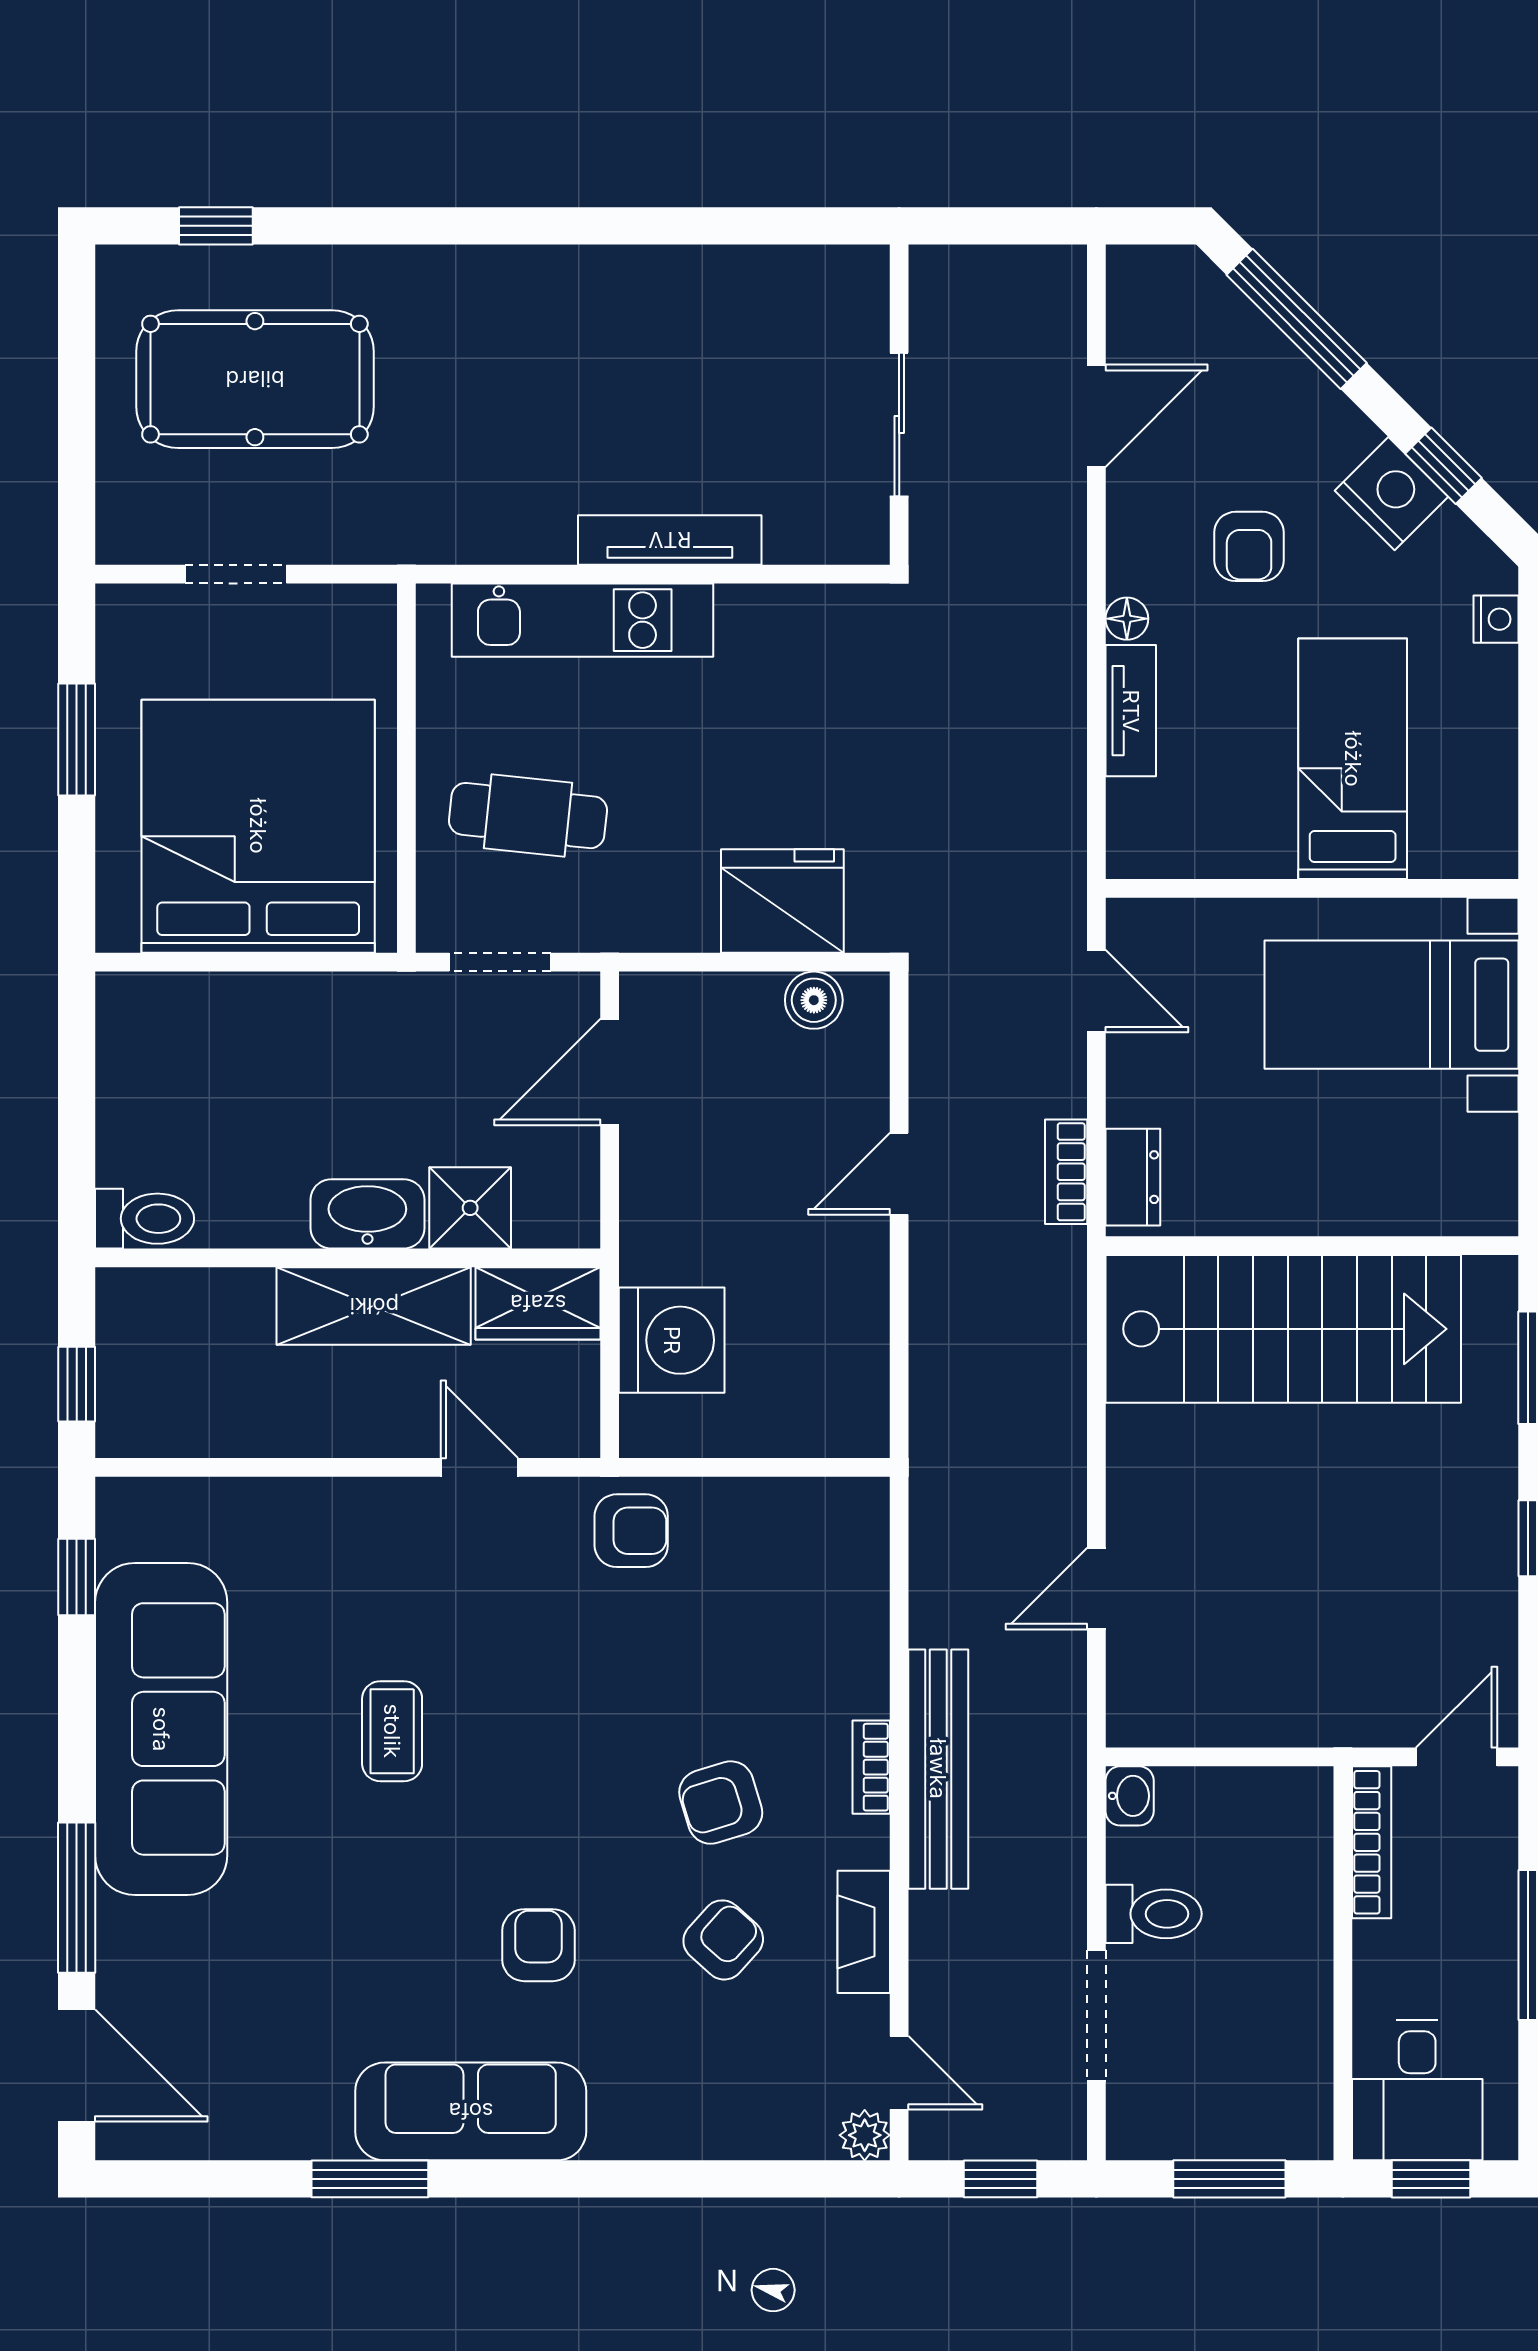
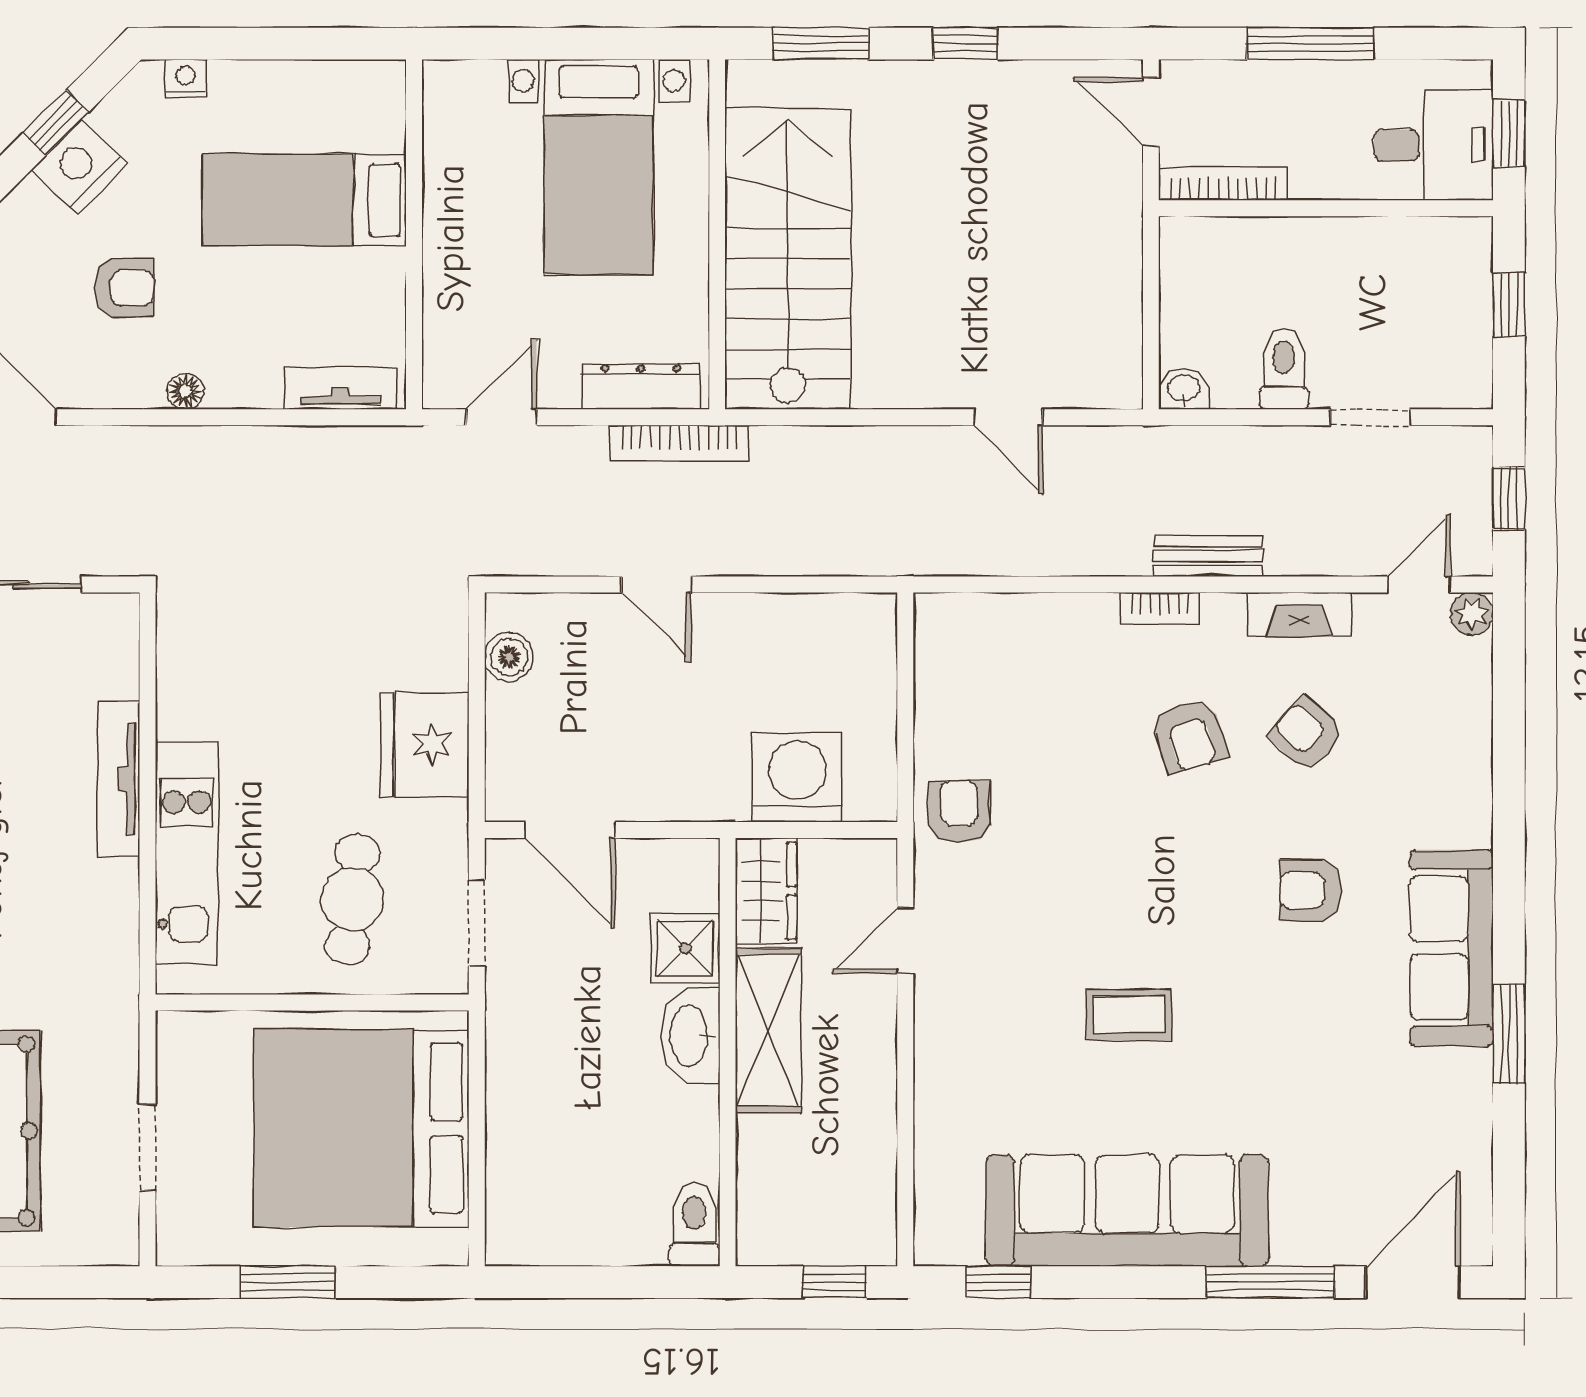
tv unit: (1131, 711) -> (341, 388), moved
fridge: (782, 901) -> (425, 744), moved
bed with nightstands: (1392, 1005) -> (598, 167), moved
bookcase: (1066, 1172) -> (679, 443), width x1.56
dresser: (1133, 1177) -> (641, 386), width x1.44
bench: (938, 1769) -> (1208, 556), width x0.54, depth x0.82
doorway: (1096, 2016) -> (1370, 417), width x0.73
window: (1229, 2179) -> (1509, 304), width x0.67

